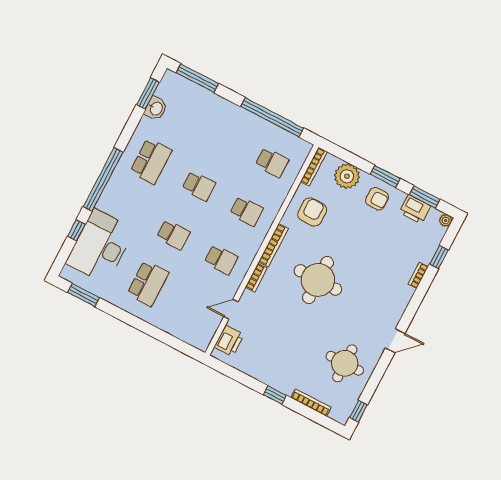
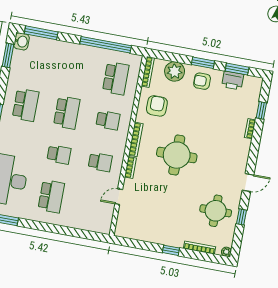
washbasin: (156, 108) -> (21, 41), moved
school desk: (272, 162) -> (116, 78), width x1.85
school desk: (199, 186) -> (67, 113), width x1.85
armchair: (377, 199) -> (202, 81), turned 180
plant: (446, 220) -> (226, 252), moved
printer: (229, 341) -> (125, 220), removed
window: (358, 411) -> (242, 217), moved

